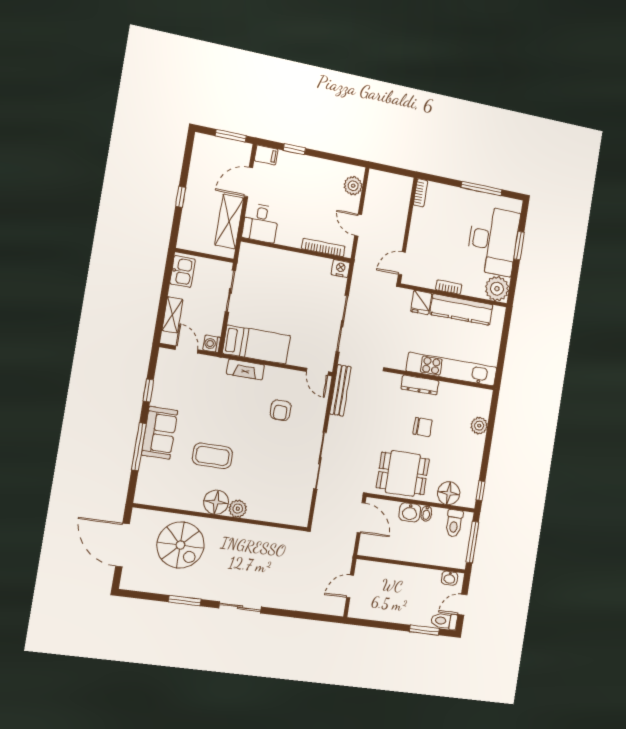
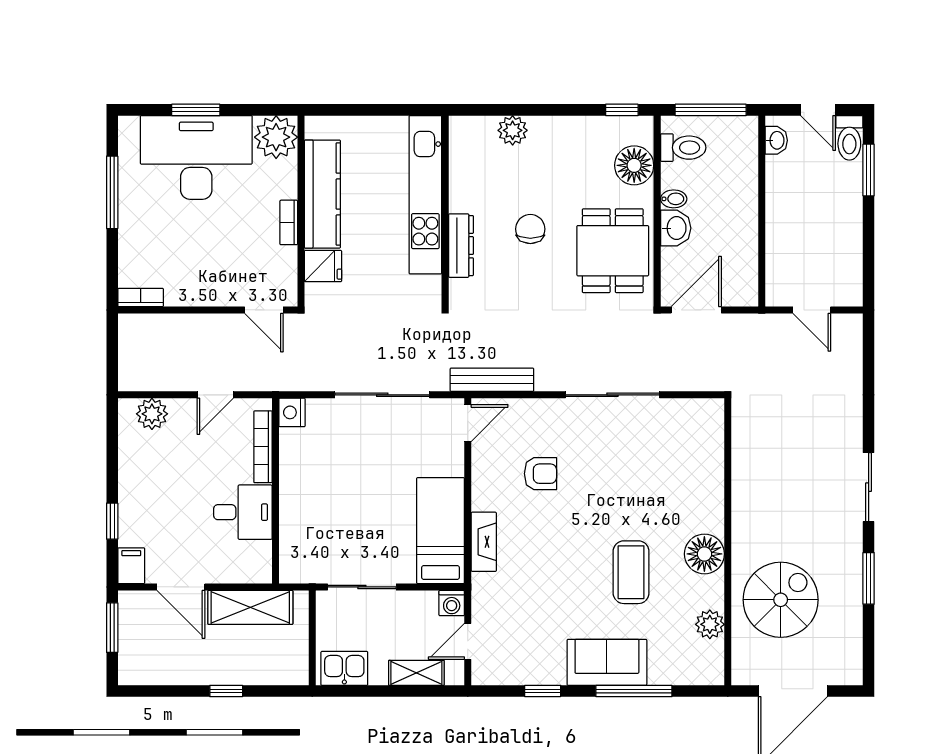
desk: (261, 223) -> (243, 512), moved
plant: (238, 509) -> (710, 624), moved

